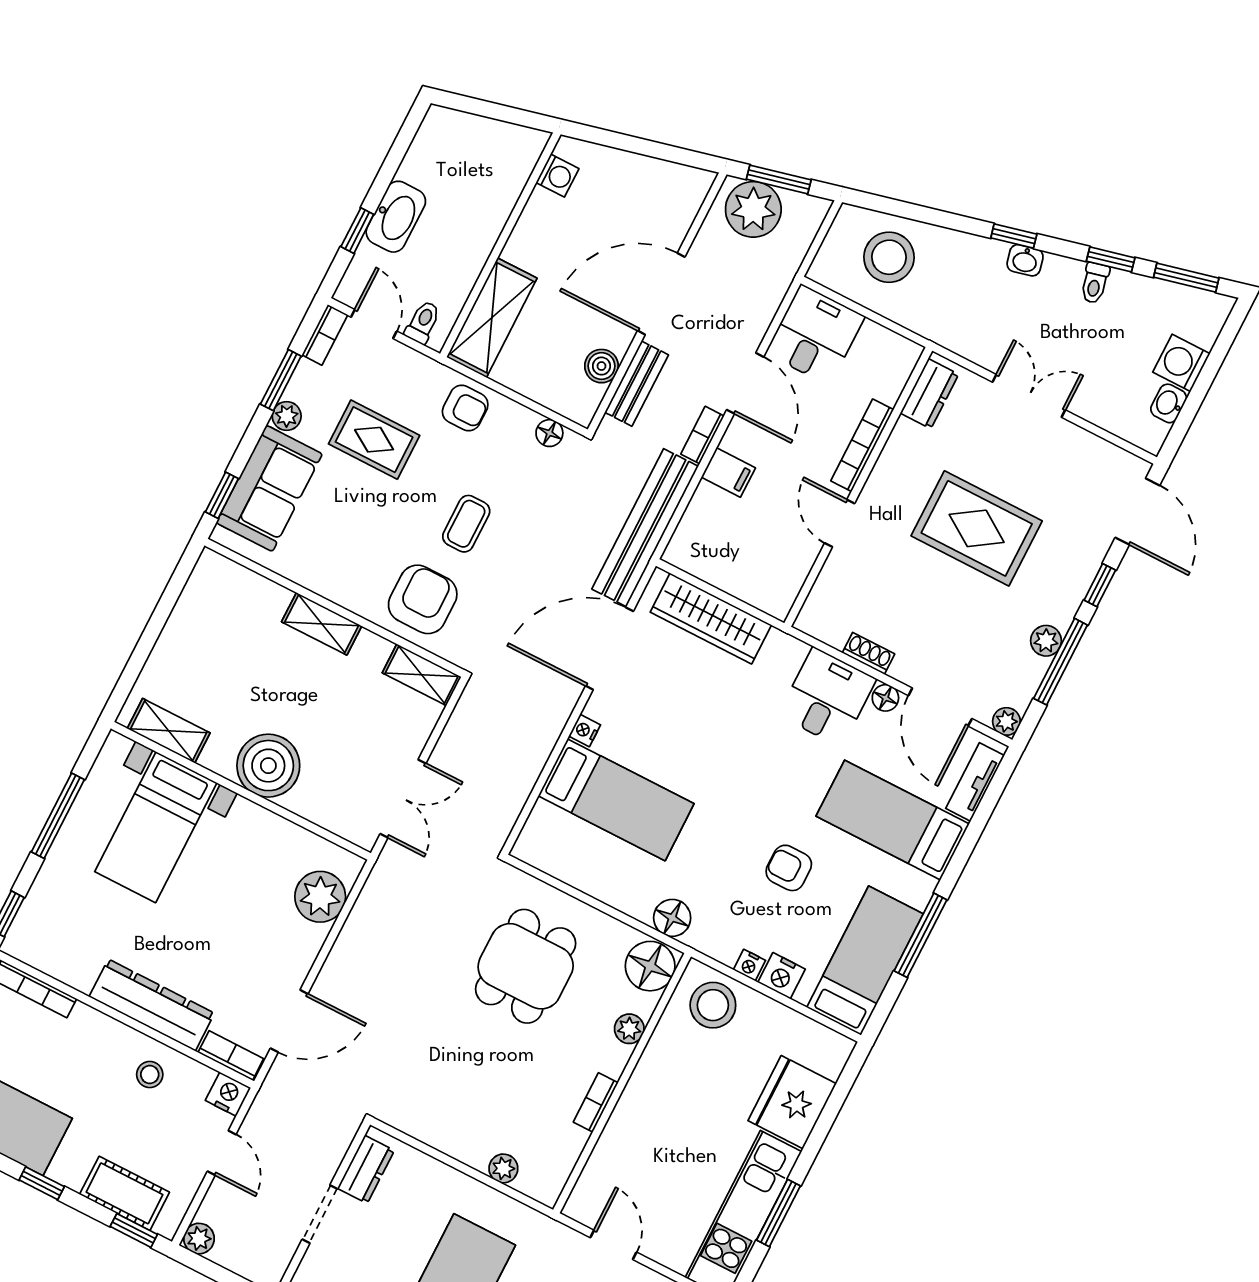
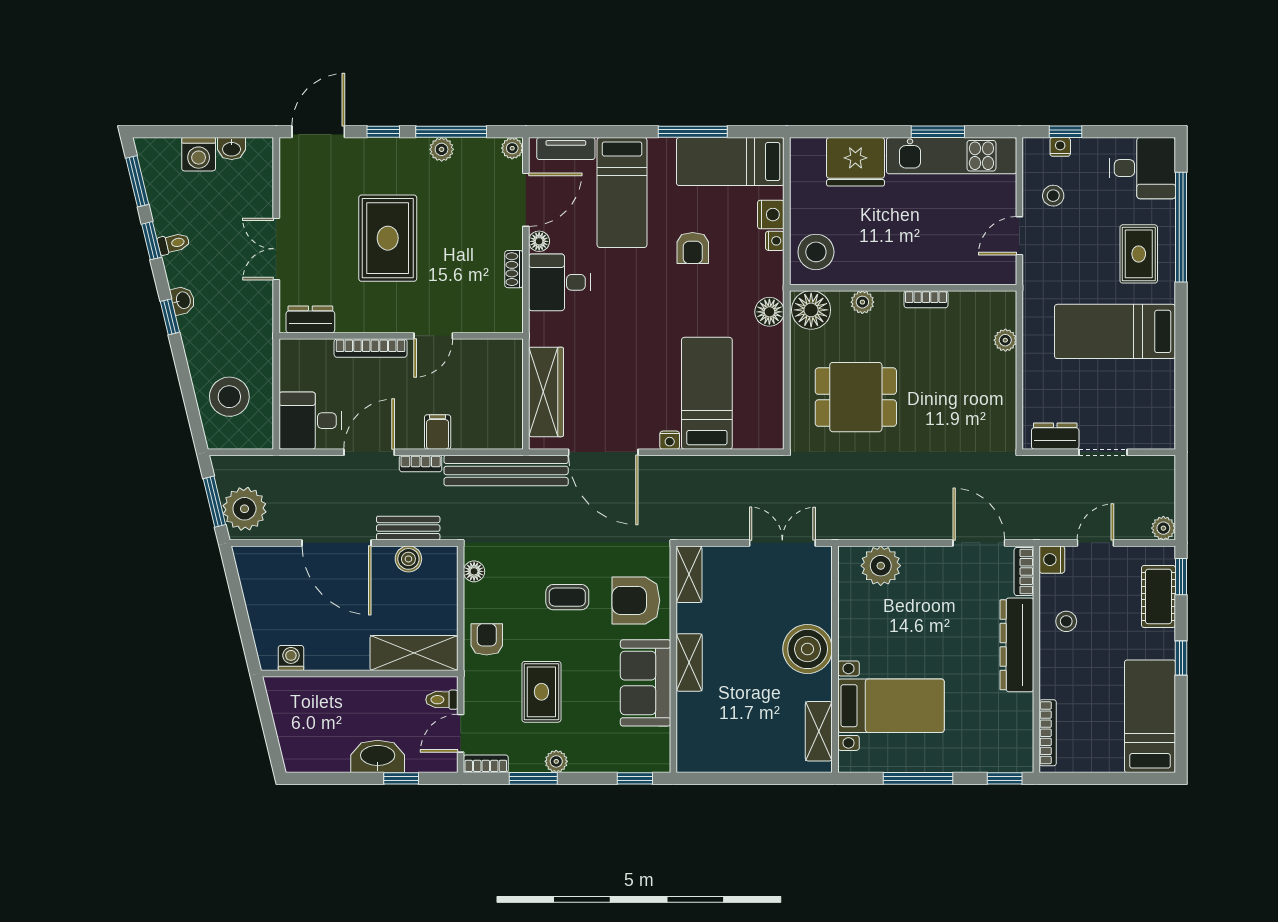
sofa: (269, 488) -> (646, 683), moved, turned -90

